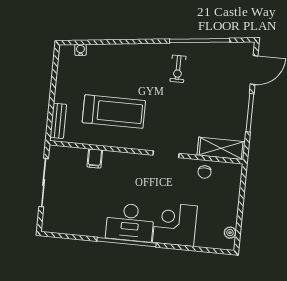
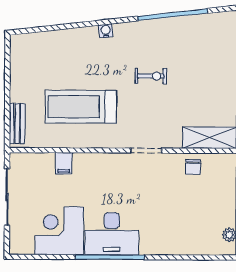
water cooler: (80, 50) -> (106, 31), moved
exercise bike: (178, 69) -> (151, 76), moved, turned -90
treadmill: (114, 112) -> (81, 107), turned 180
corner desk: (175, 224) -> (59, 231), moved

